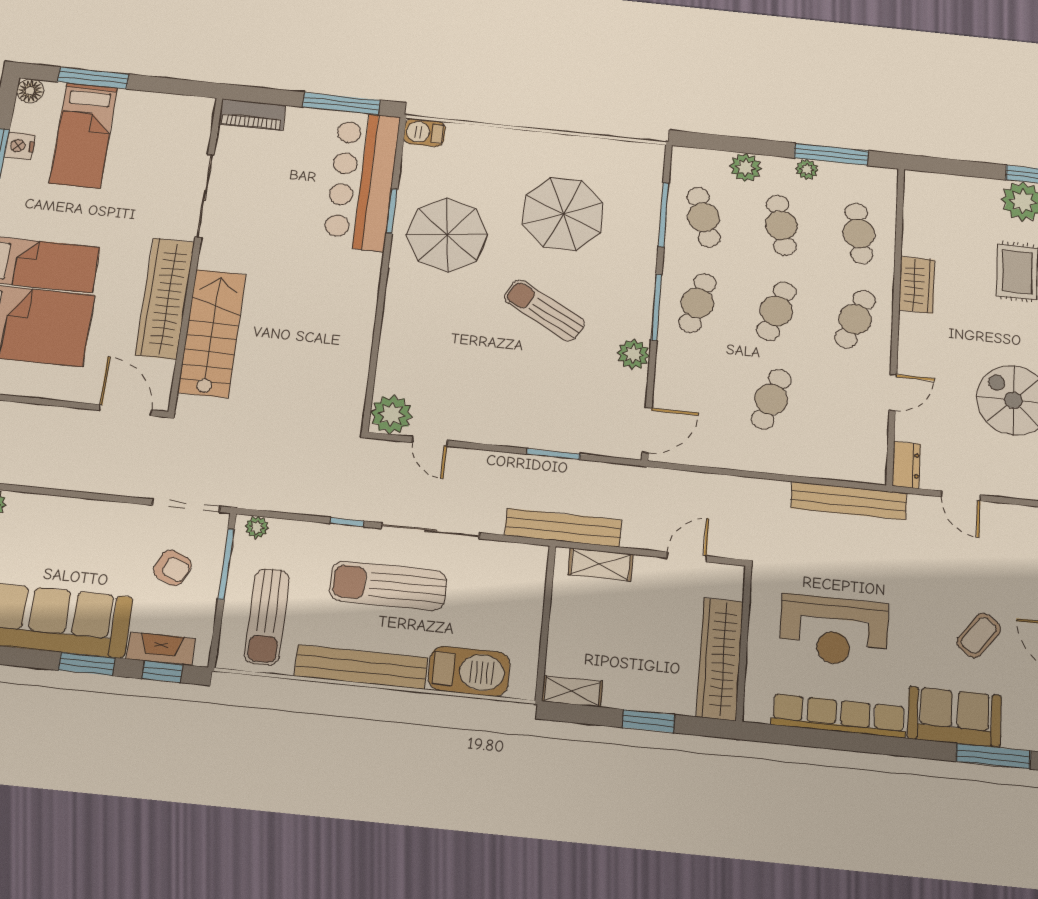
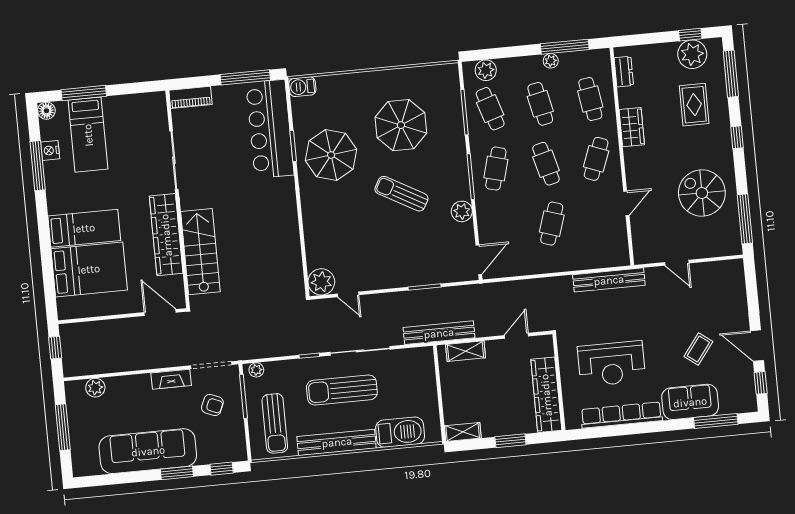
plant: (746, 167) -> (486, 70), moved
cafe table: (776, 311) -> (546, 164), turned -33
dresser: (906, 465) -> (624, 72), moved
fireplace: (161, 649) -> (171, 379), moved, turned 180

